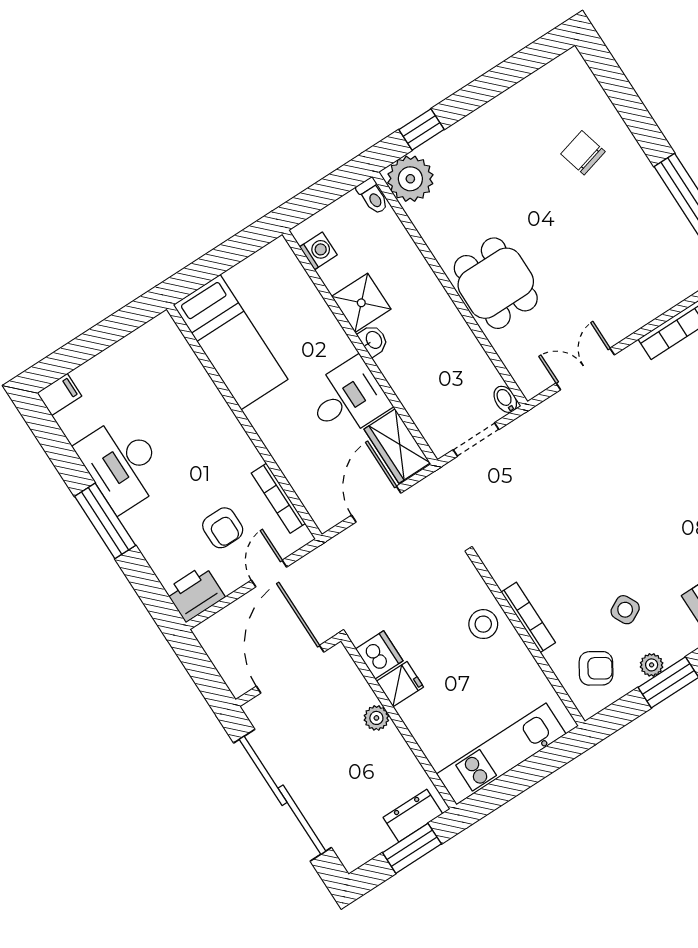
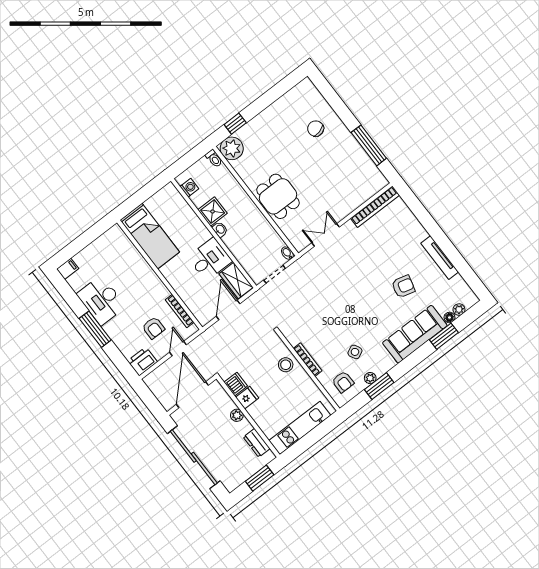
armchair: (596, 668) -> (343, 382), turned 58
dresser: (413, 816) -> (257, 443), moved, turned -90

